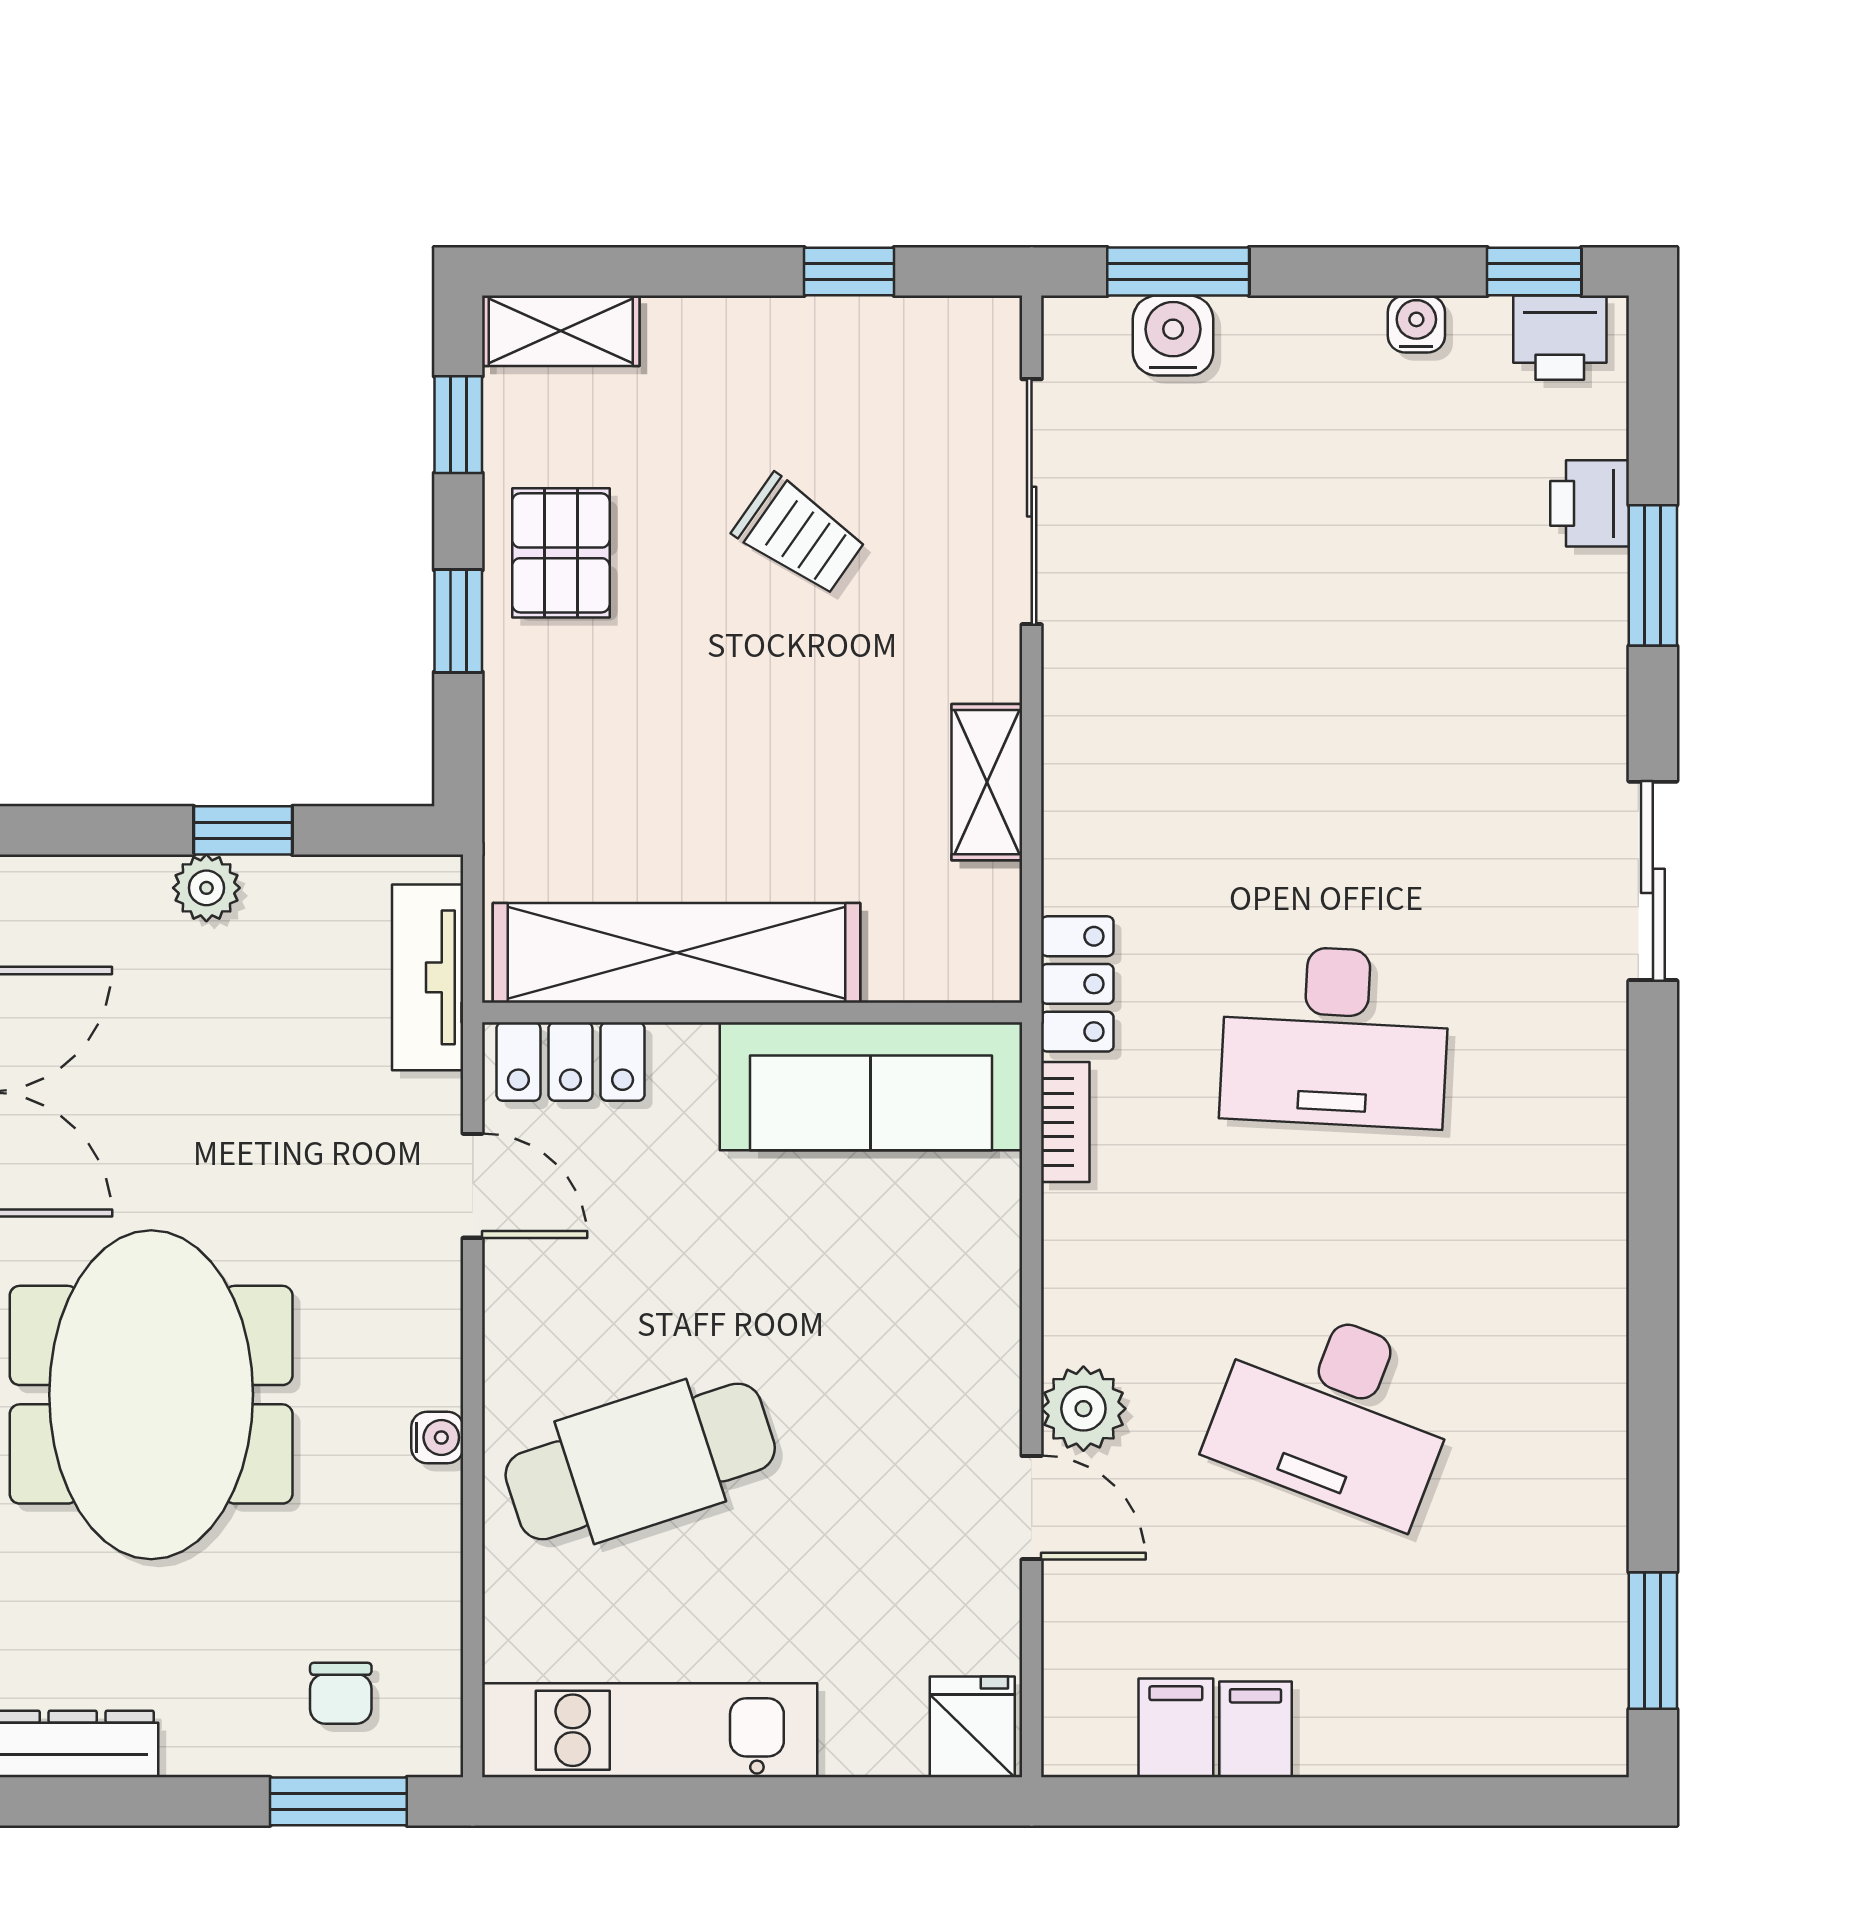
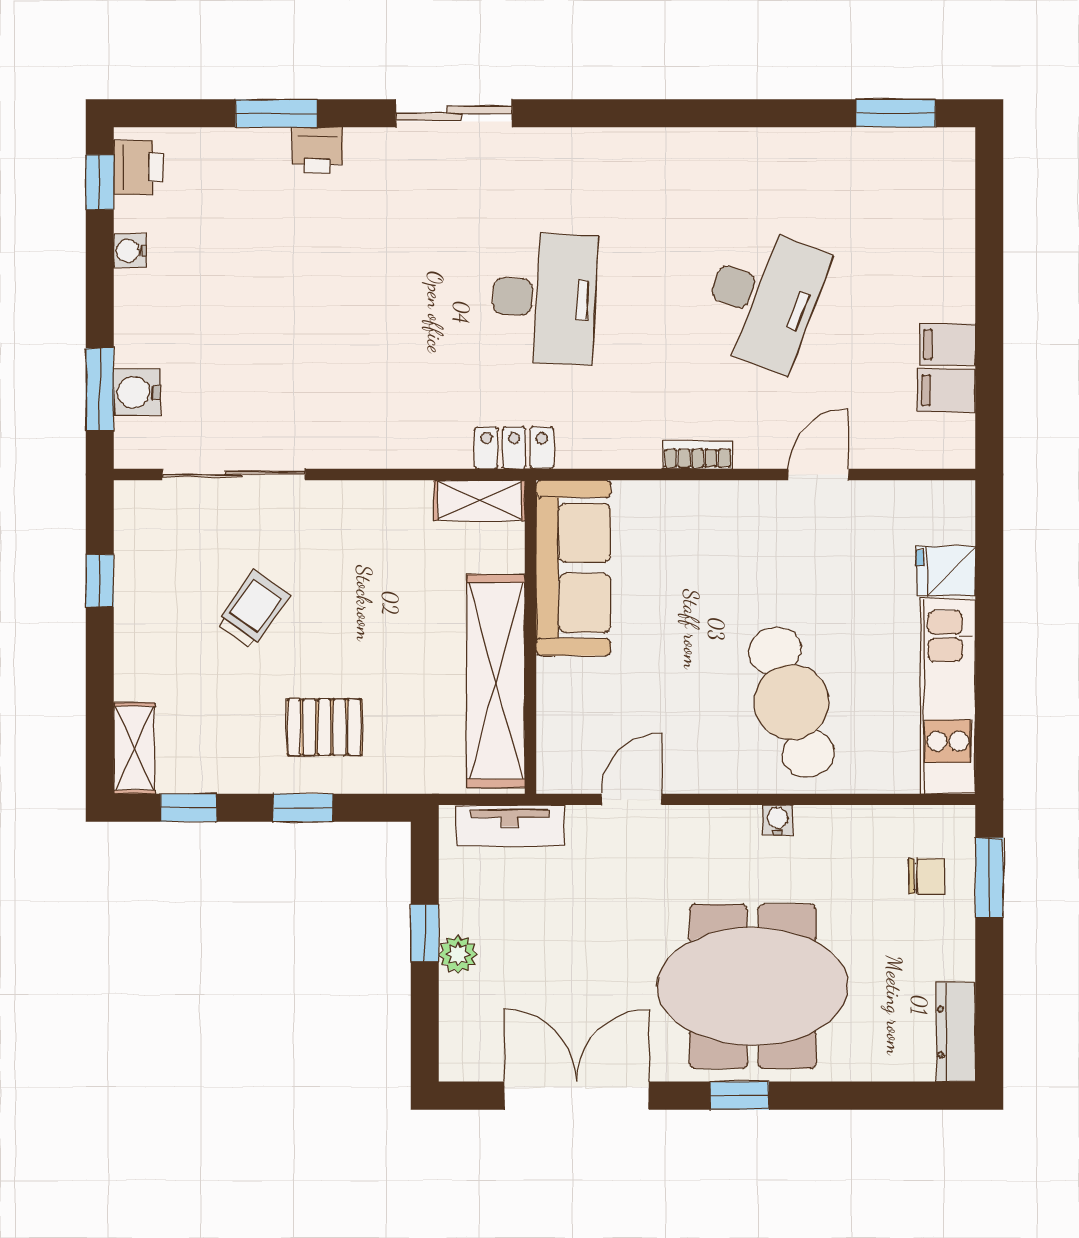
printer: (1590, 503) -> (317, 150), moved
pallet: (561, 553) -> (324, 727), moved
shelving: (987, 782) -> (479, 501), moved
locker: (570, 1062) -> (559, 743), removed
bookcase: (1065, 1122) -> (698, 455), moved
plant: (1083, 1409) -> (761, 444), removed
fridge: (972, 1727) -> (946, 571), moved

